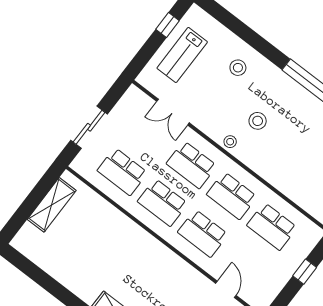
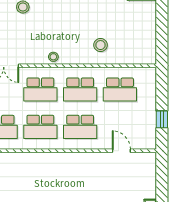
stool: (258, 121) -> (101, 45), moved
window: (305, 272) -> (162, 119), moved

